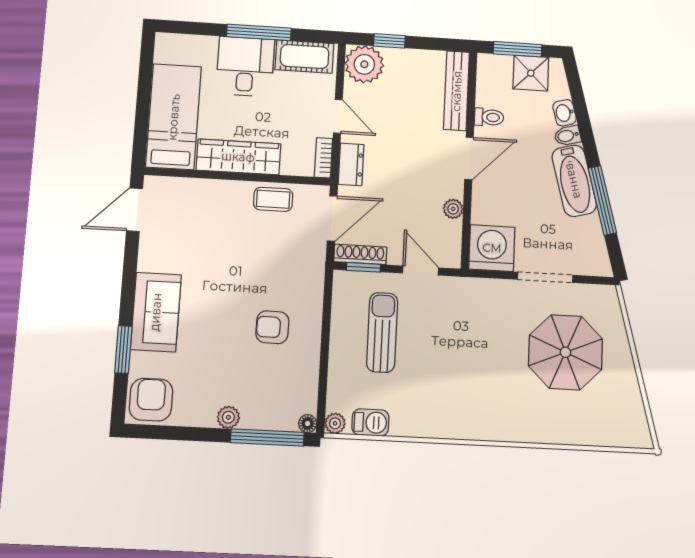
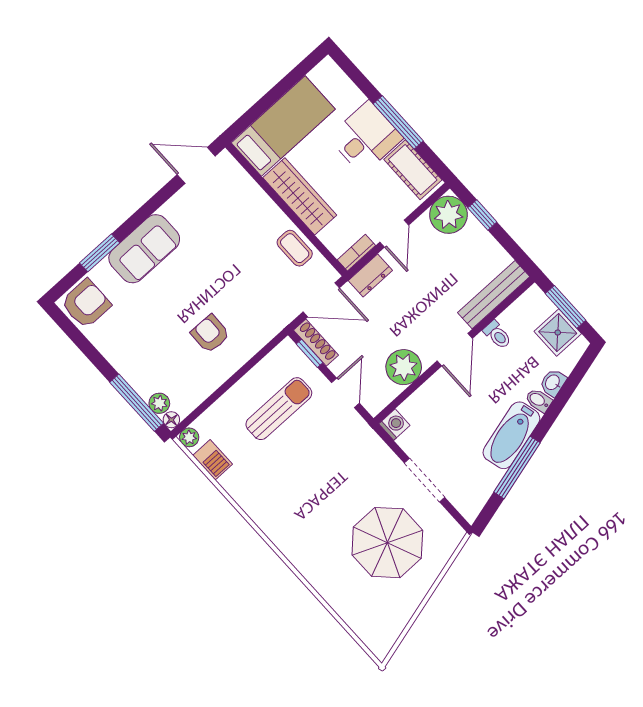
door: (469, 158) -> (455, 350), hinge flipped
plant: (453, 209) -> (404, 367), width x1.87, depth x1.87
washing machine: (492, 248) -> (394, 425), width x0.53, depth x0.53
plant: (228, 417) -> (159, 403), moved

